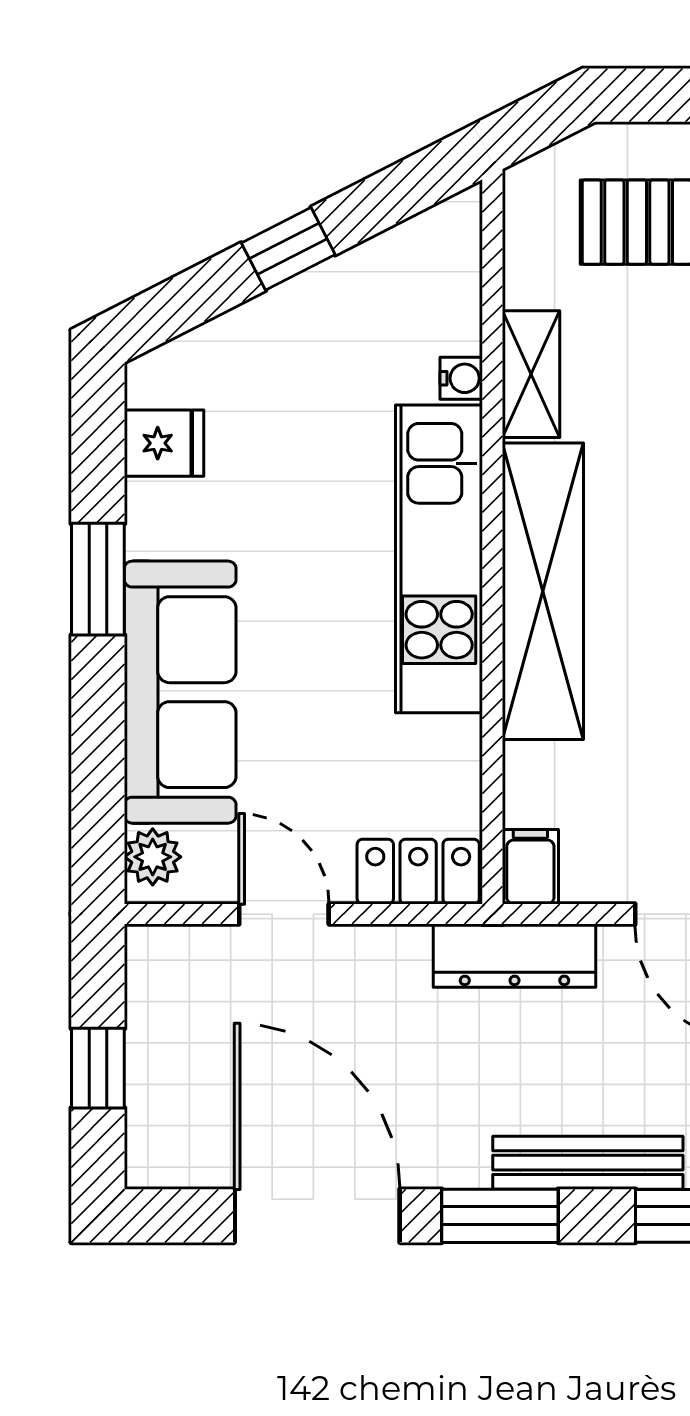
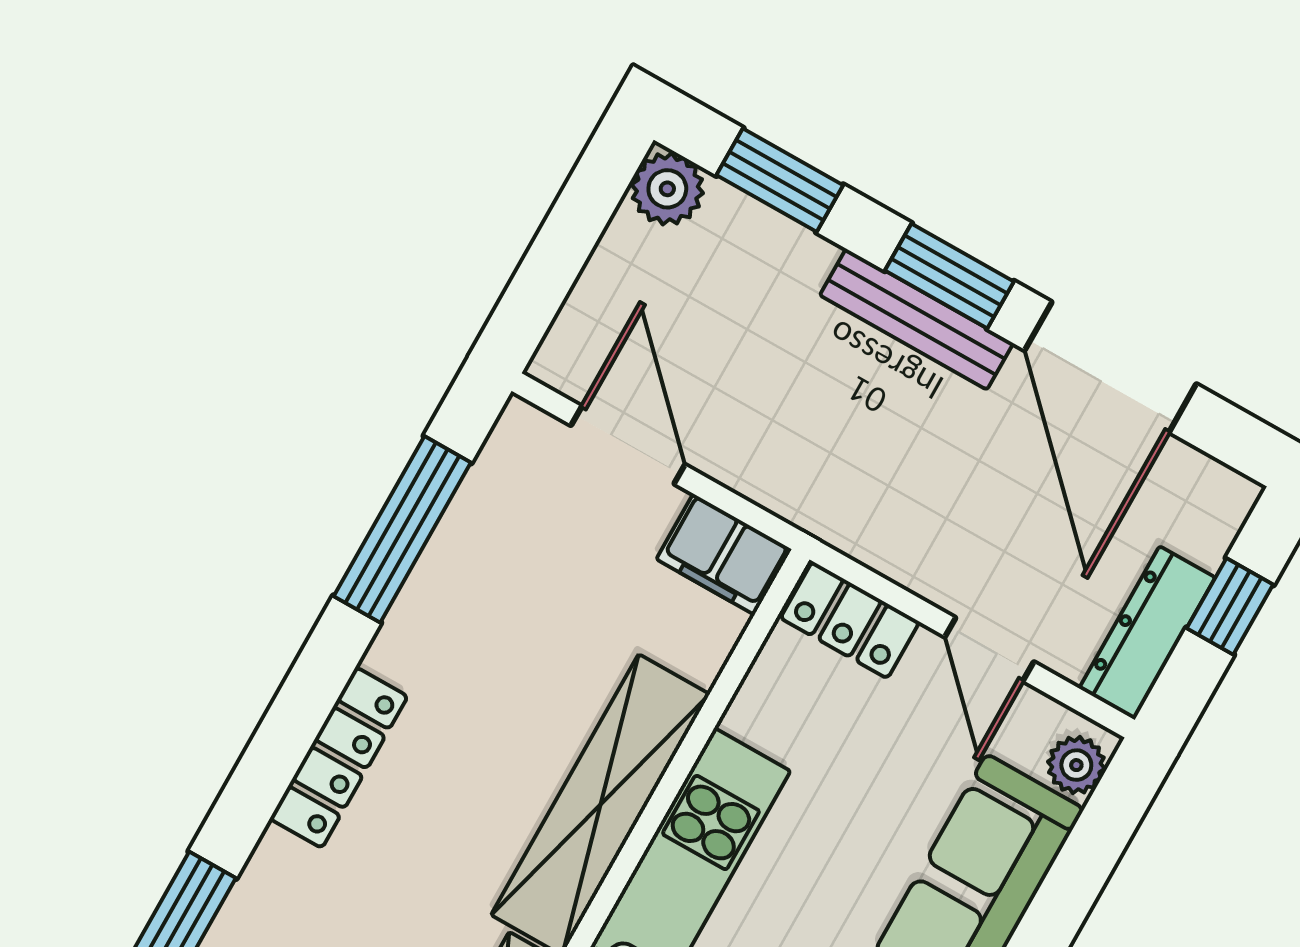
filing cabinet: (530, 867) -> (724, 554), width x2.00
dresser: (515, 956) -> (1147, 633), moved, turned -90
bench: (588, 1163) -> (916, 319), moved

